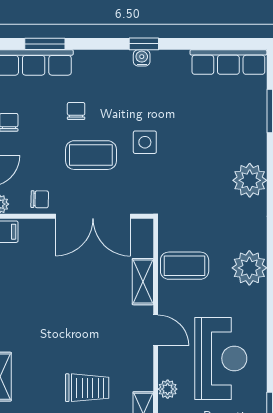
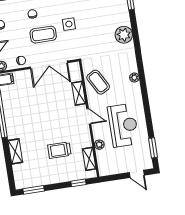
coffee table: (185, 266) -> (98, 82), turned 61
plant: (249, 268) -> (134, 78), width x0.53, depth x0.53
trolley: (87, 388) -> (59, 150), turned 180

